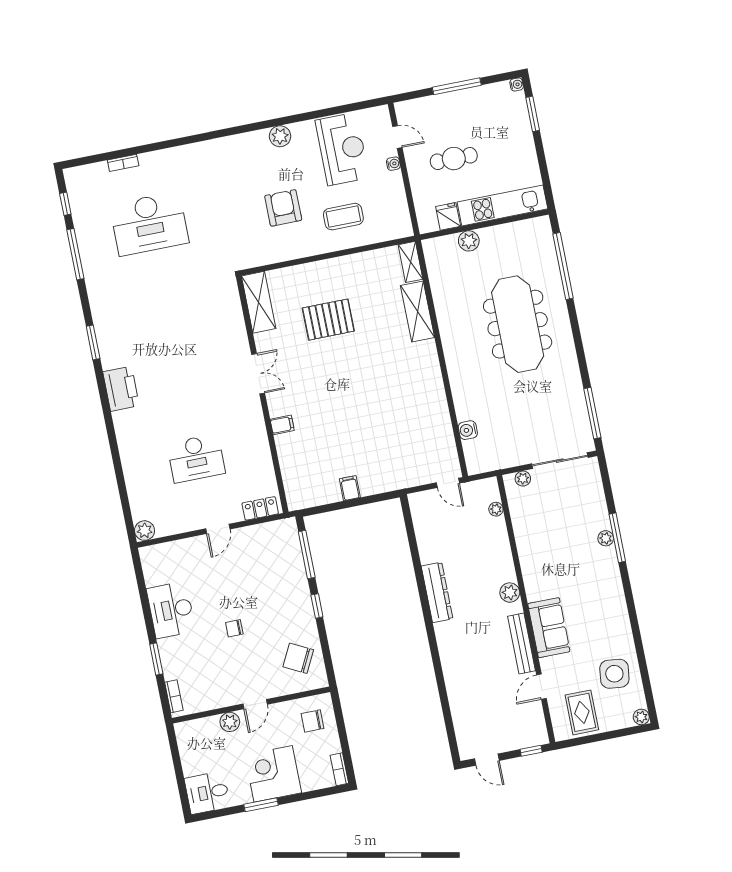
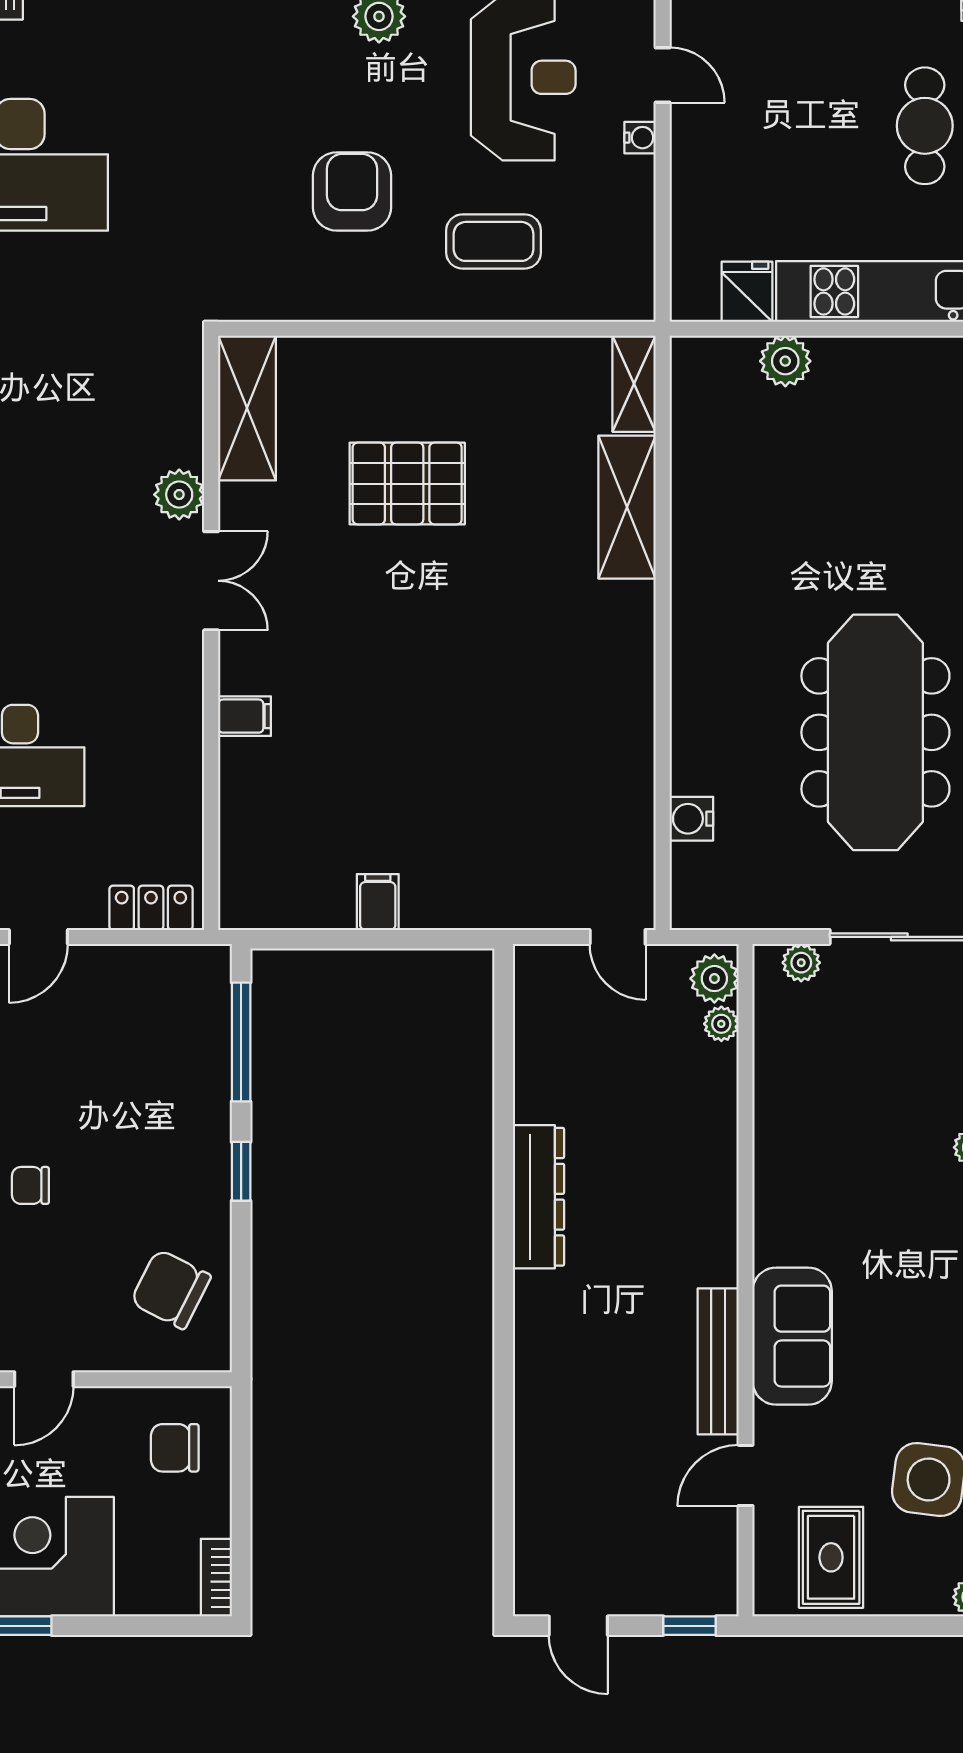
cafe table: (454, 159) -> (925, 126), moved, turned 90
meeting table: (518, 324) -> (875, 732), moved
plant: (239, 342) -> (179, 495), added
plant: (510, 593) -> (714, 979), moved

